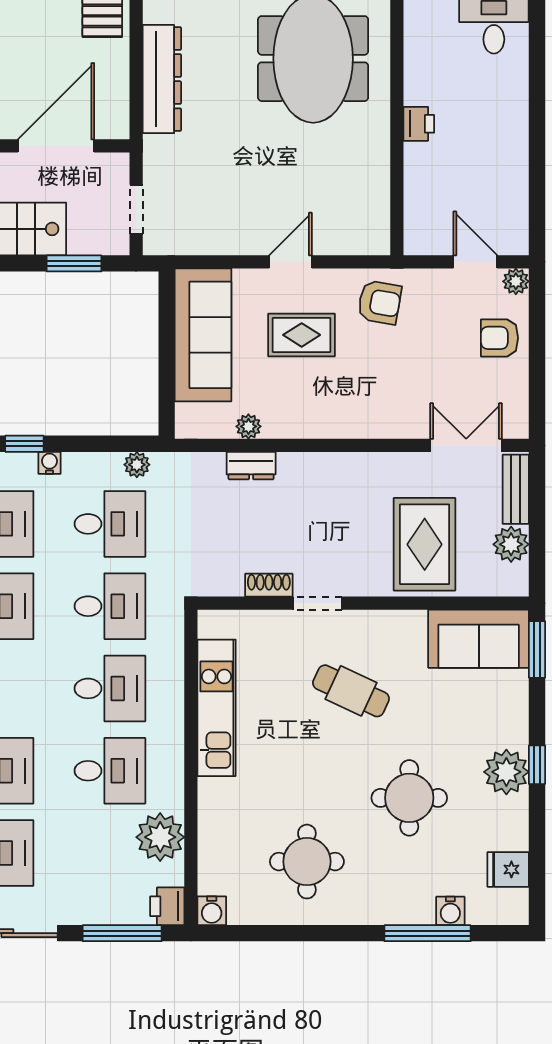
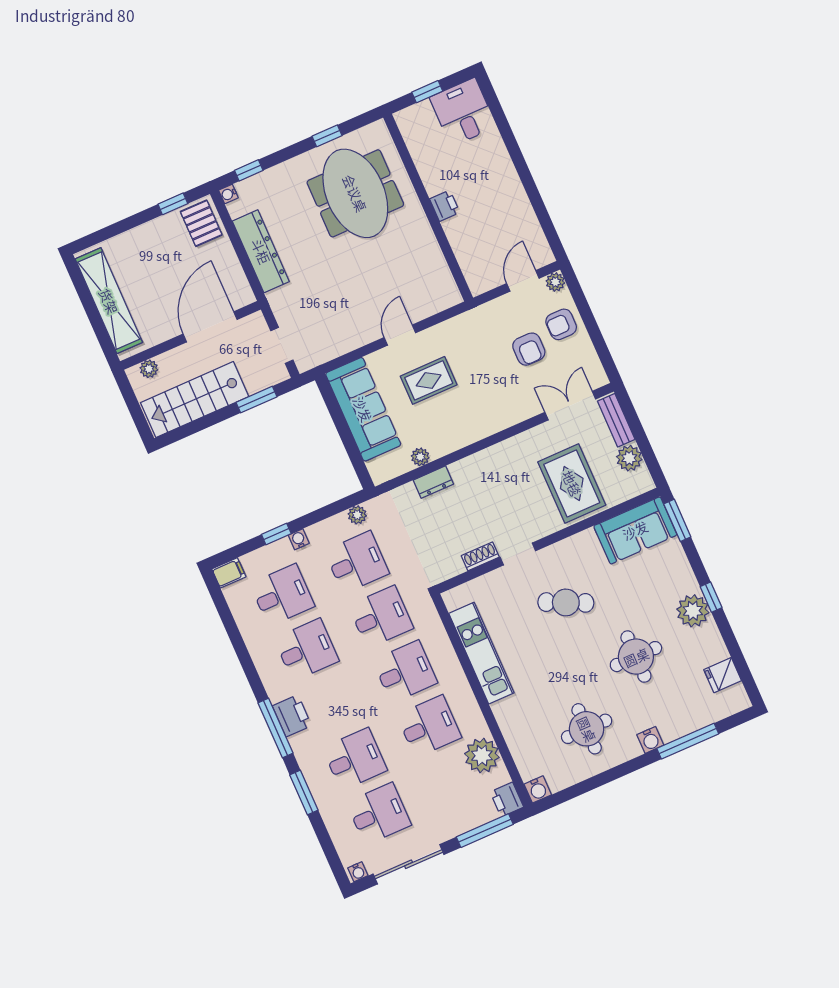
door: (475, 262) -> (523, 281), hinge flipped
armchair: (380, 302) -> (529, 349), moved, turned 80
water cooler: (450, 911) -> (650, 740), moved

